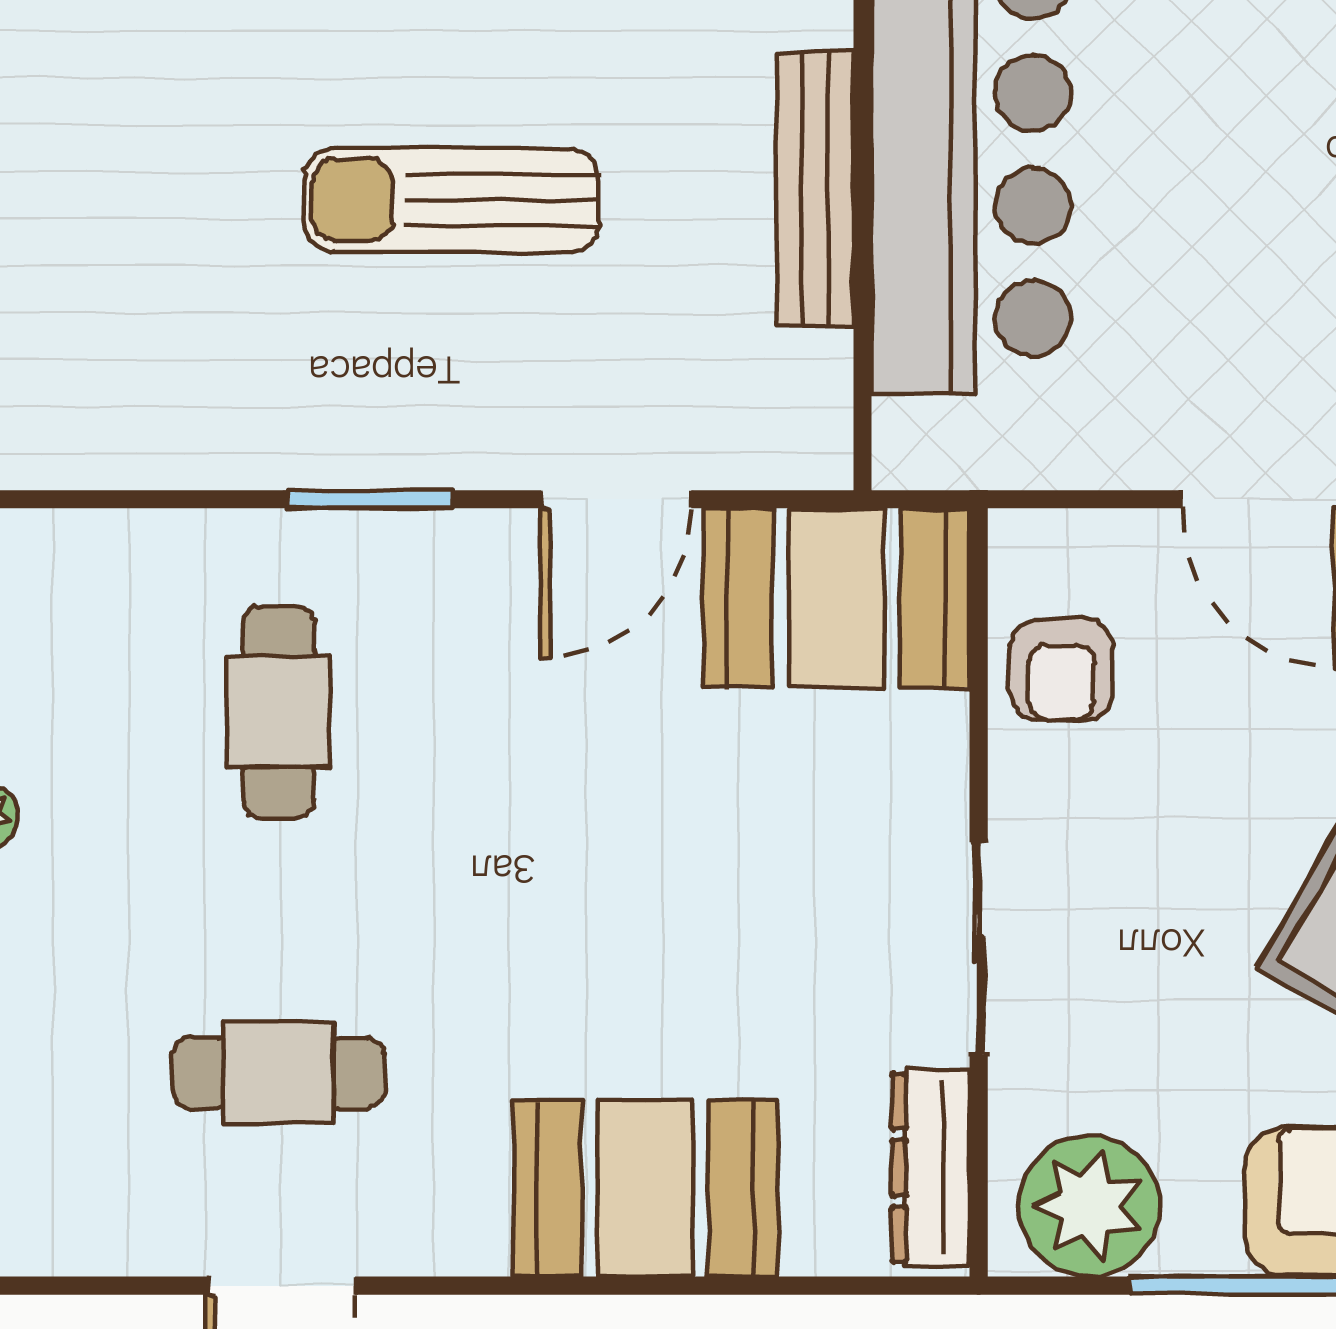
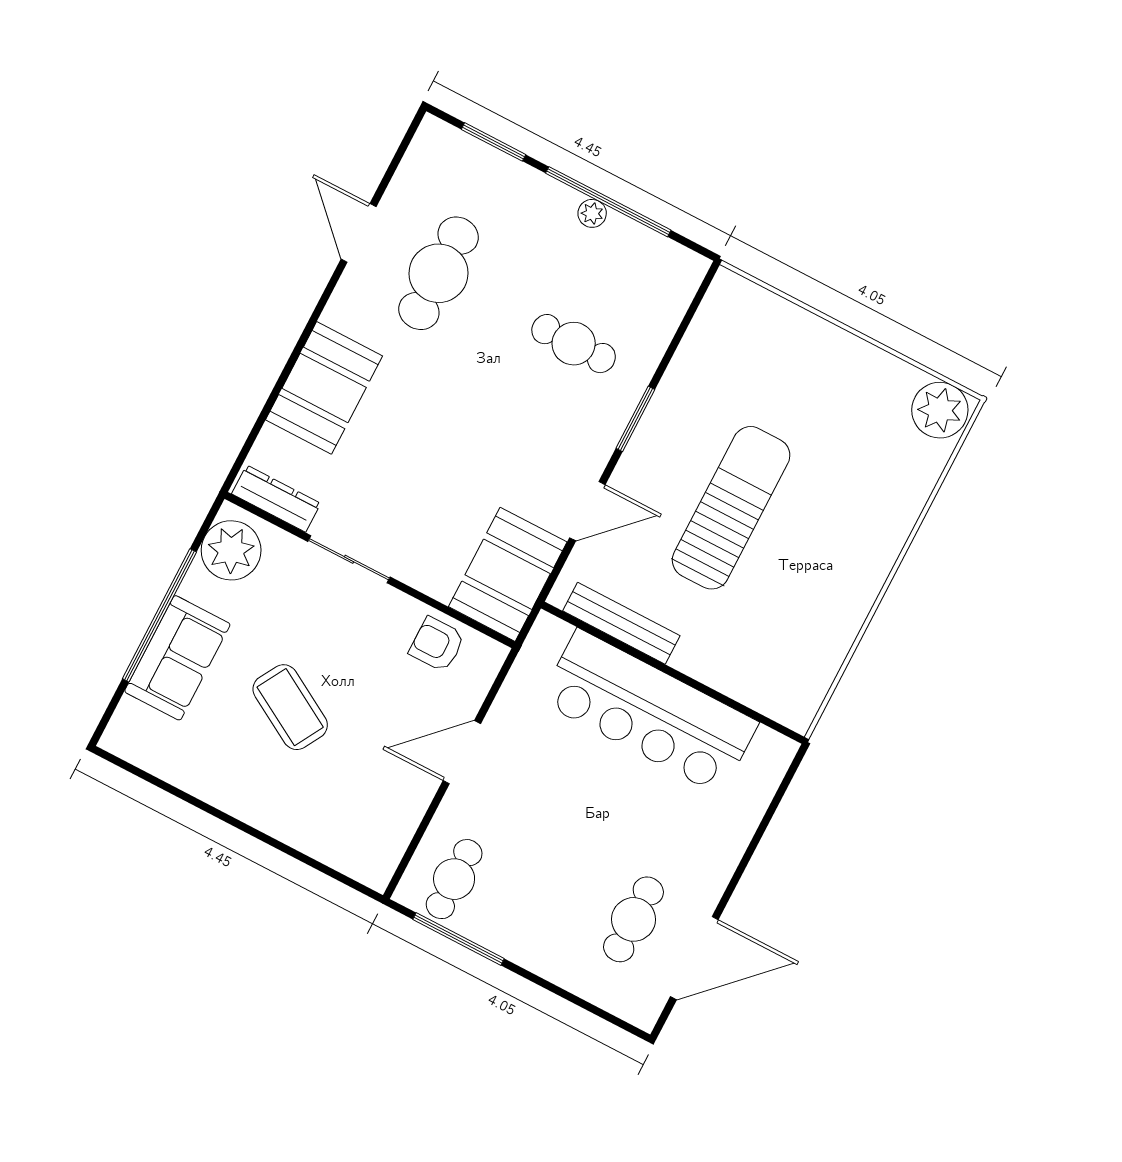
bench: (815, 189) -> (621, 623), moved
sun lounger: (452, 200) -> (731, 508), width x1.36, depth x1.34
door: (616, 499) -> (587, 511), swing flipped
cafe table: (279, 1073) -> (438, 273), width x1.37, depth x1.35

